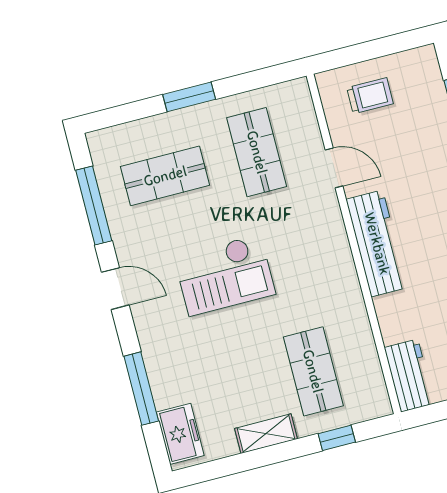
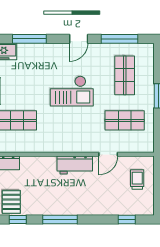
trolley: (370, 96) -> (137, 179), turned 180
workbench: (377, 243) -> (75, 165), width x0.73
checkout: (225, 275) -> (72, 91), turned -90

